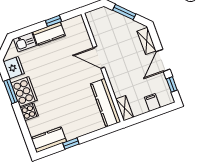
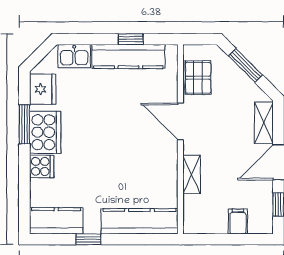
pallet: (100, 29) -> (198, 78), added
kitchen counter: (49, 34) -> (128, 56), width x1.50
kitchen counter: (106, 103) -> (139, 221), moved, turned 90
shelving: (125, 108) -> (192, 174), moved

